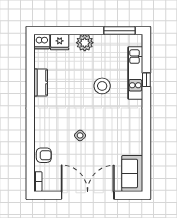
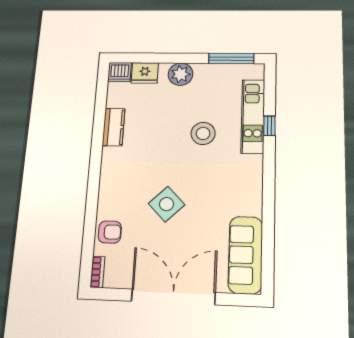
side table: (80, 135) -> (167, 204), width x1.87, depth x1.87
sofa: (132, 173) -> (245, 255), width x1.36

